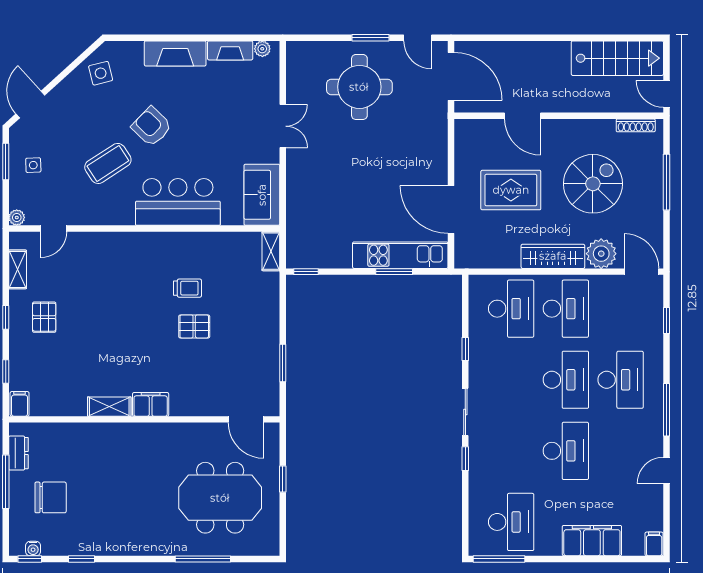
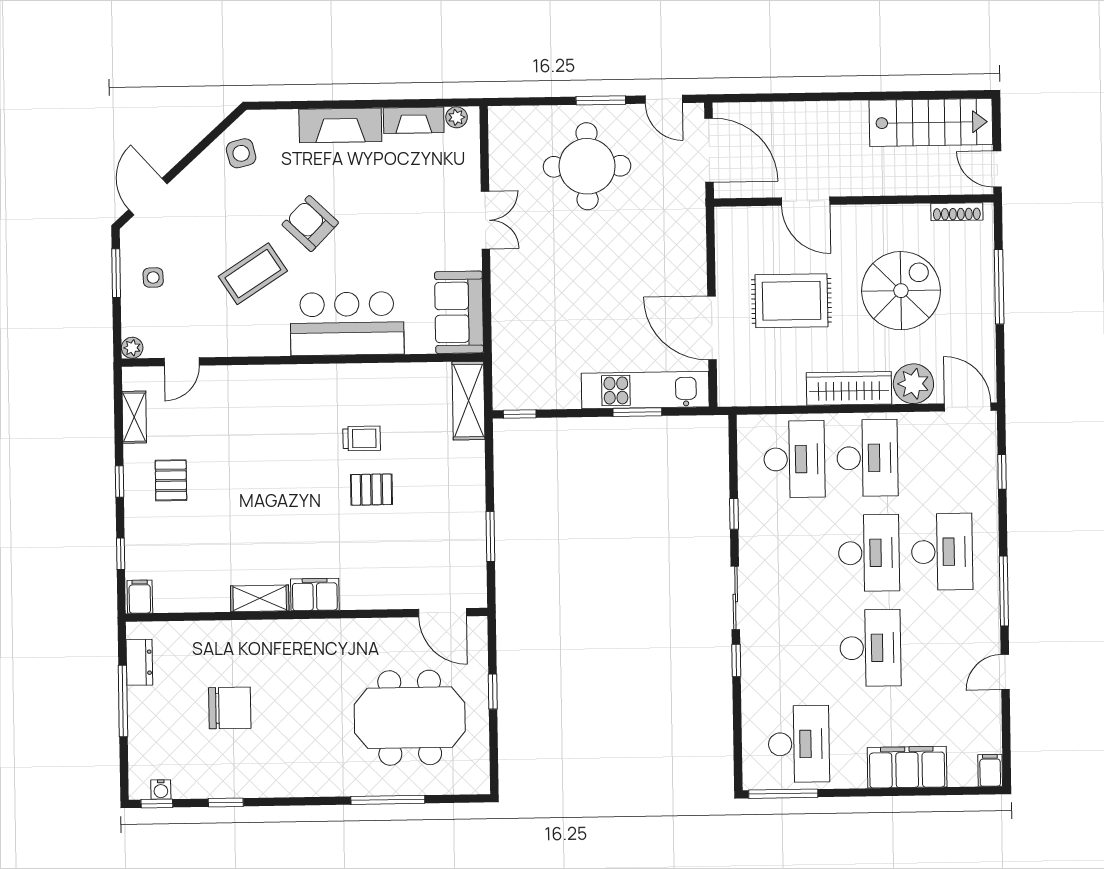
shelving: (271, 251) -> (468, 401), width x1.50, depth x1.33
chair: (51, 497) -> (230, 708), moved

